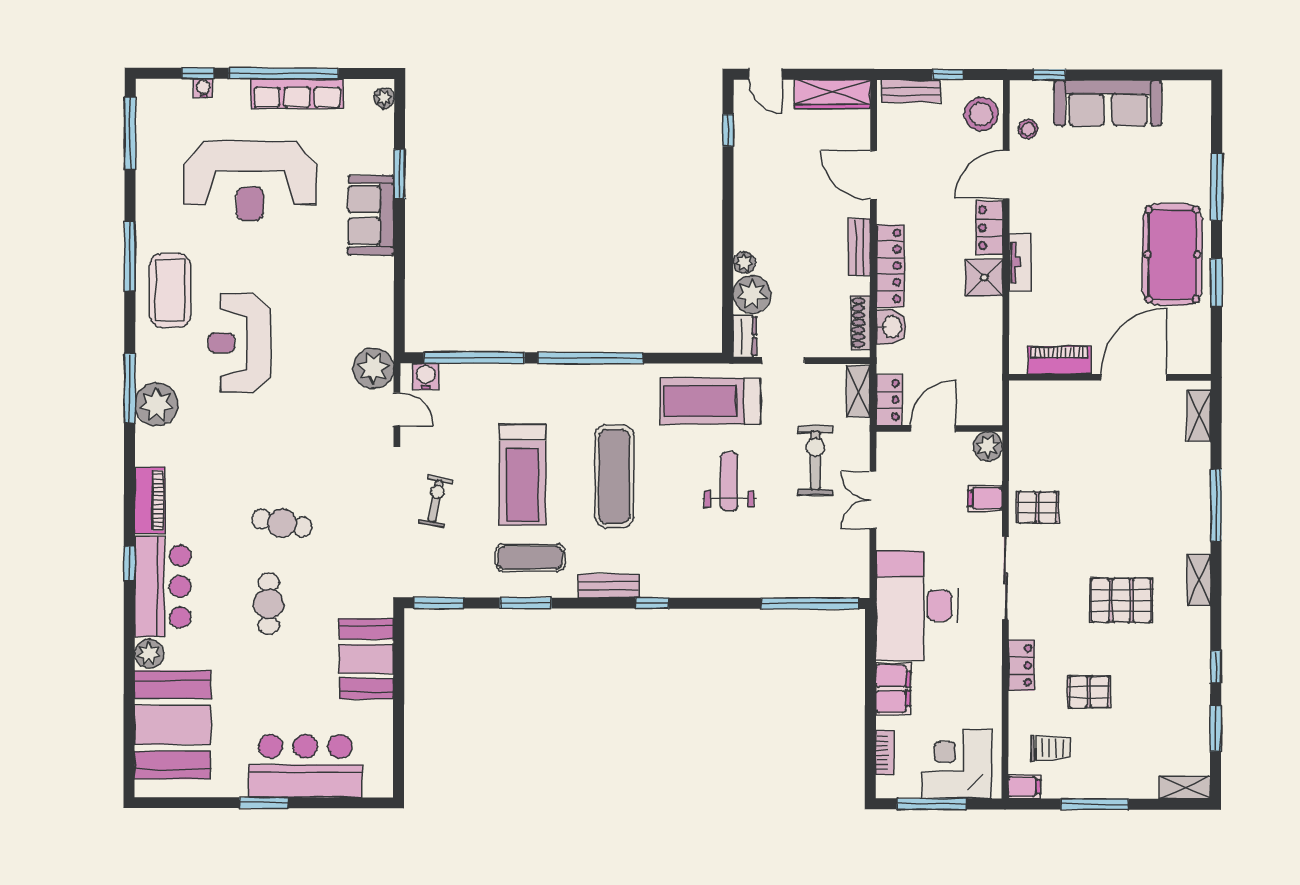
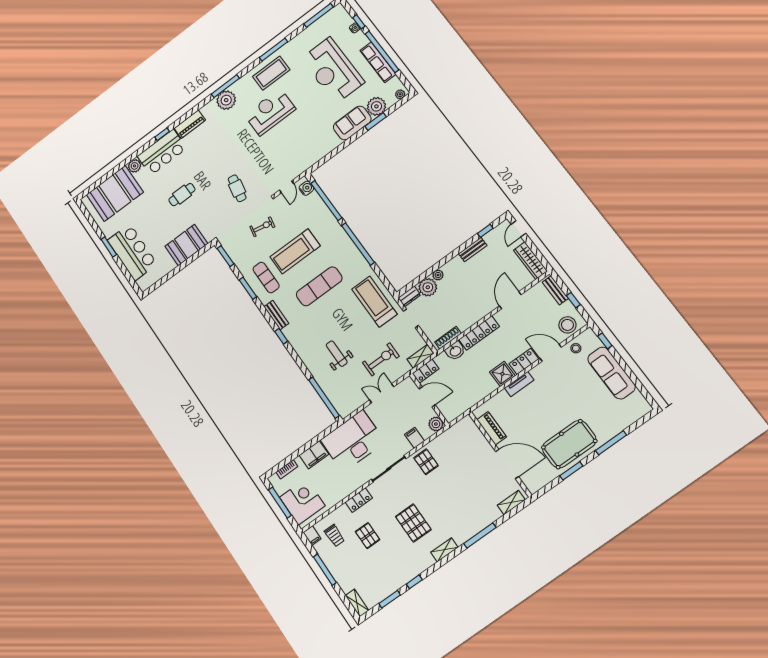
bench: (859, 247) -> (473, 250), moved
plant: (373, 368) -> (376, 106), moved
weight bench: (729, 481) -> (337, 354), moved, turned -90
cafe table: (282, 523) -> (237, 188), moved

